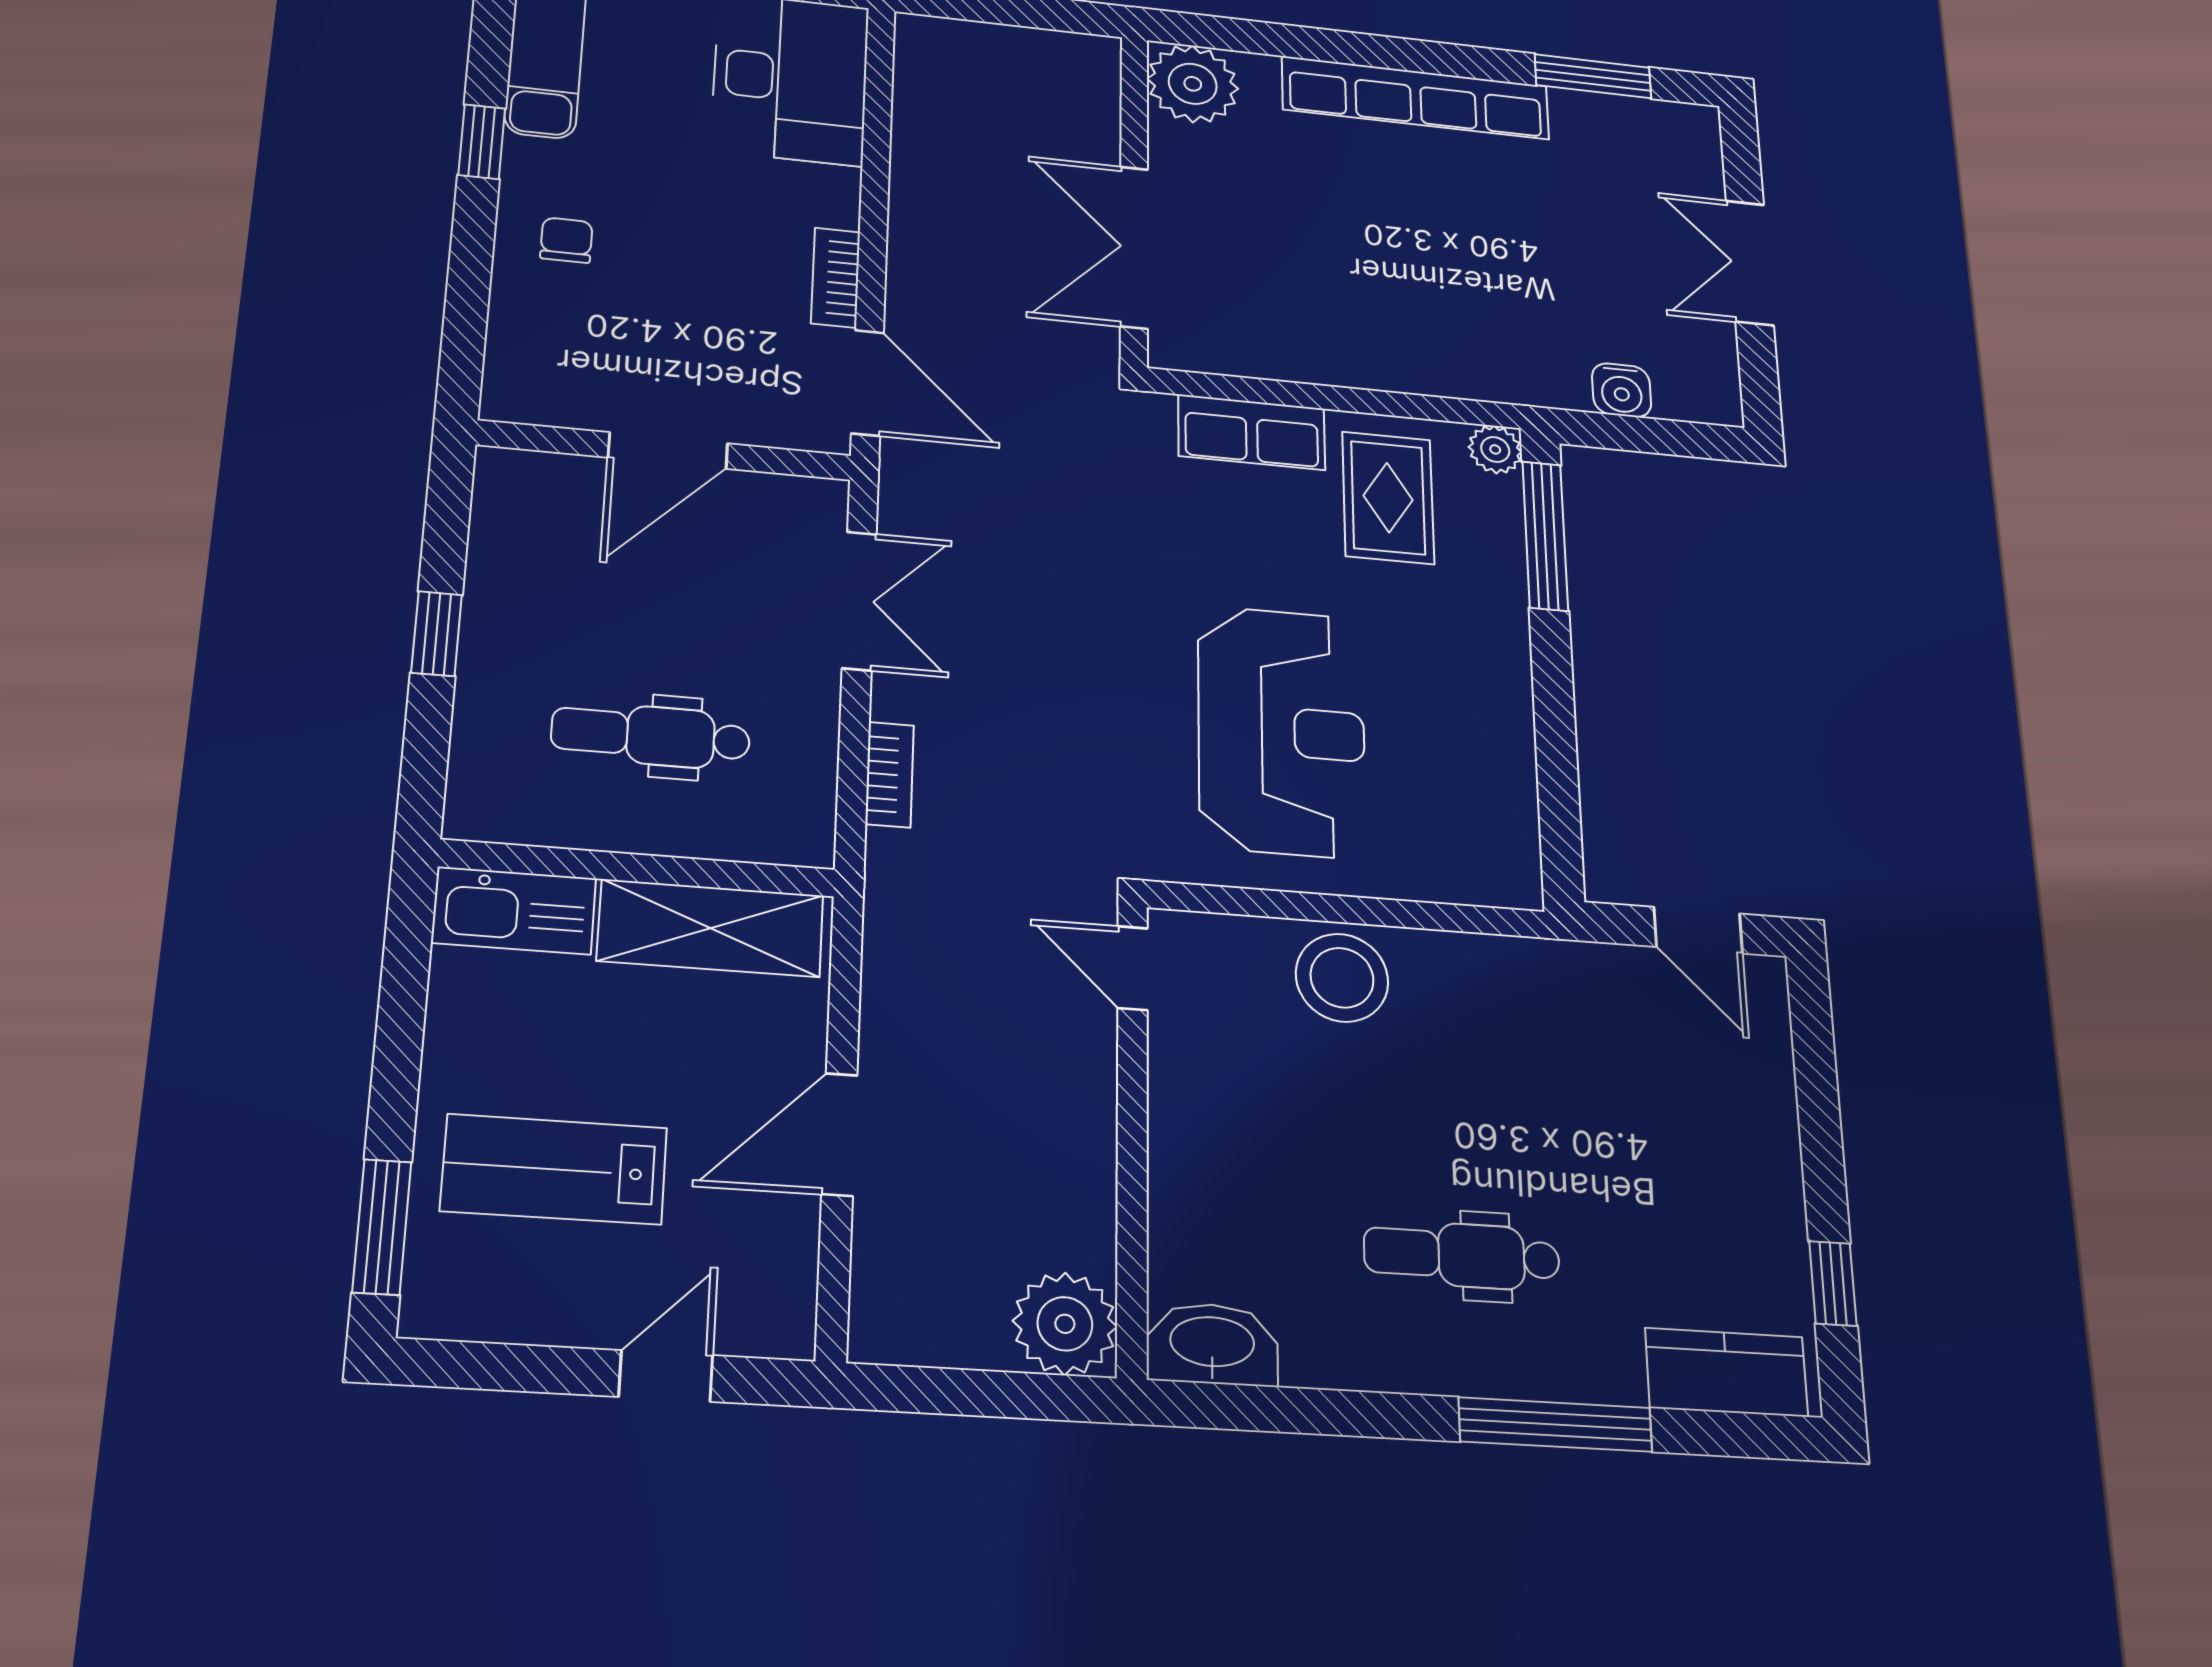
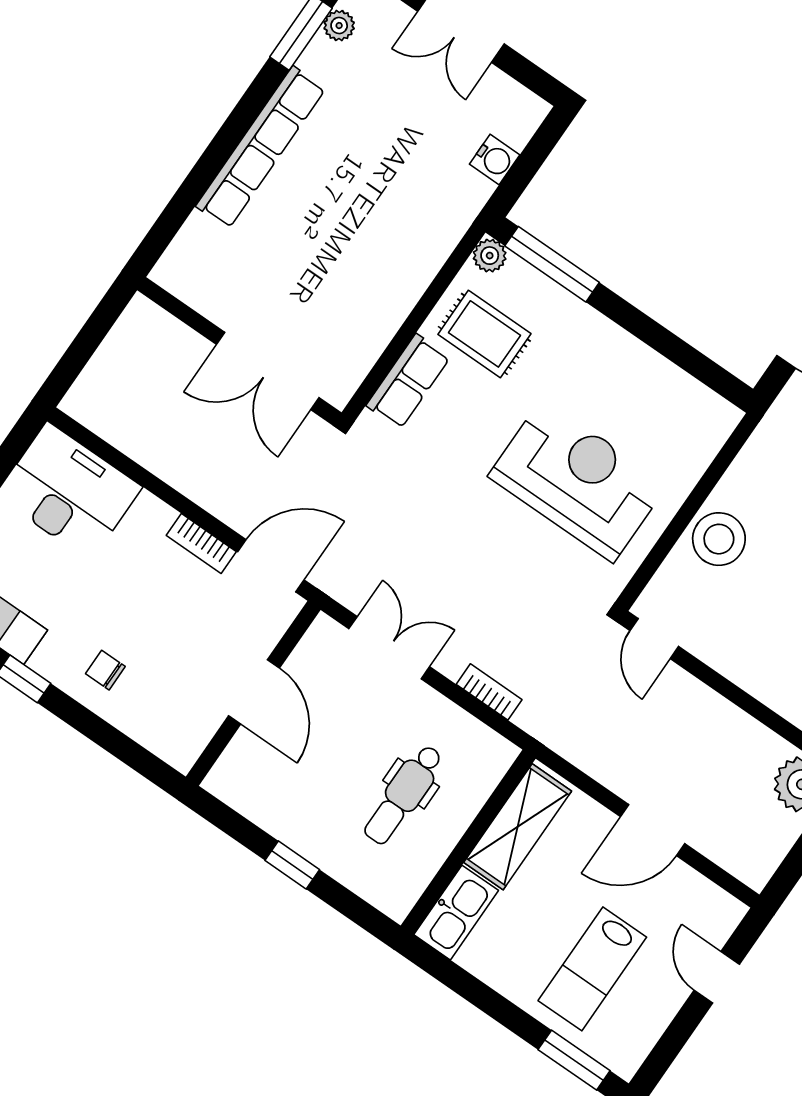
plant: (1193, 84) -> (339, 26), moved, width x0.53, depth x0.53
door: (1133, 968) -> (654, 639), hinge flipped
door: (839, 1134) -> (653, 830), hinge flipped

